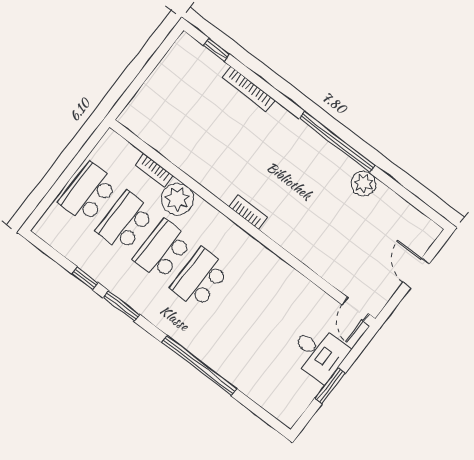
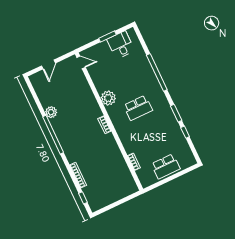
plant: (177, 199) -> (108, 98), moved
school desk: (126, 221) -> (156, 147), removed
school desk: (163, 250) -> (147, 127), removed
door: (355, 309) -> (81, 62), hinge flipped
desk: (319, 353) -> (121, 45), moved

